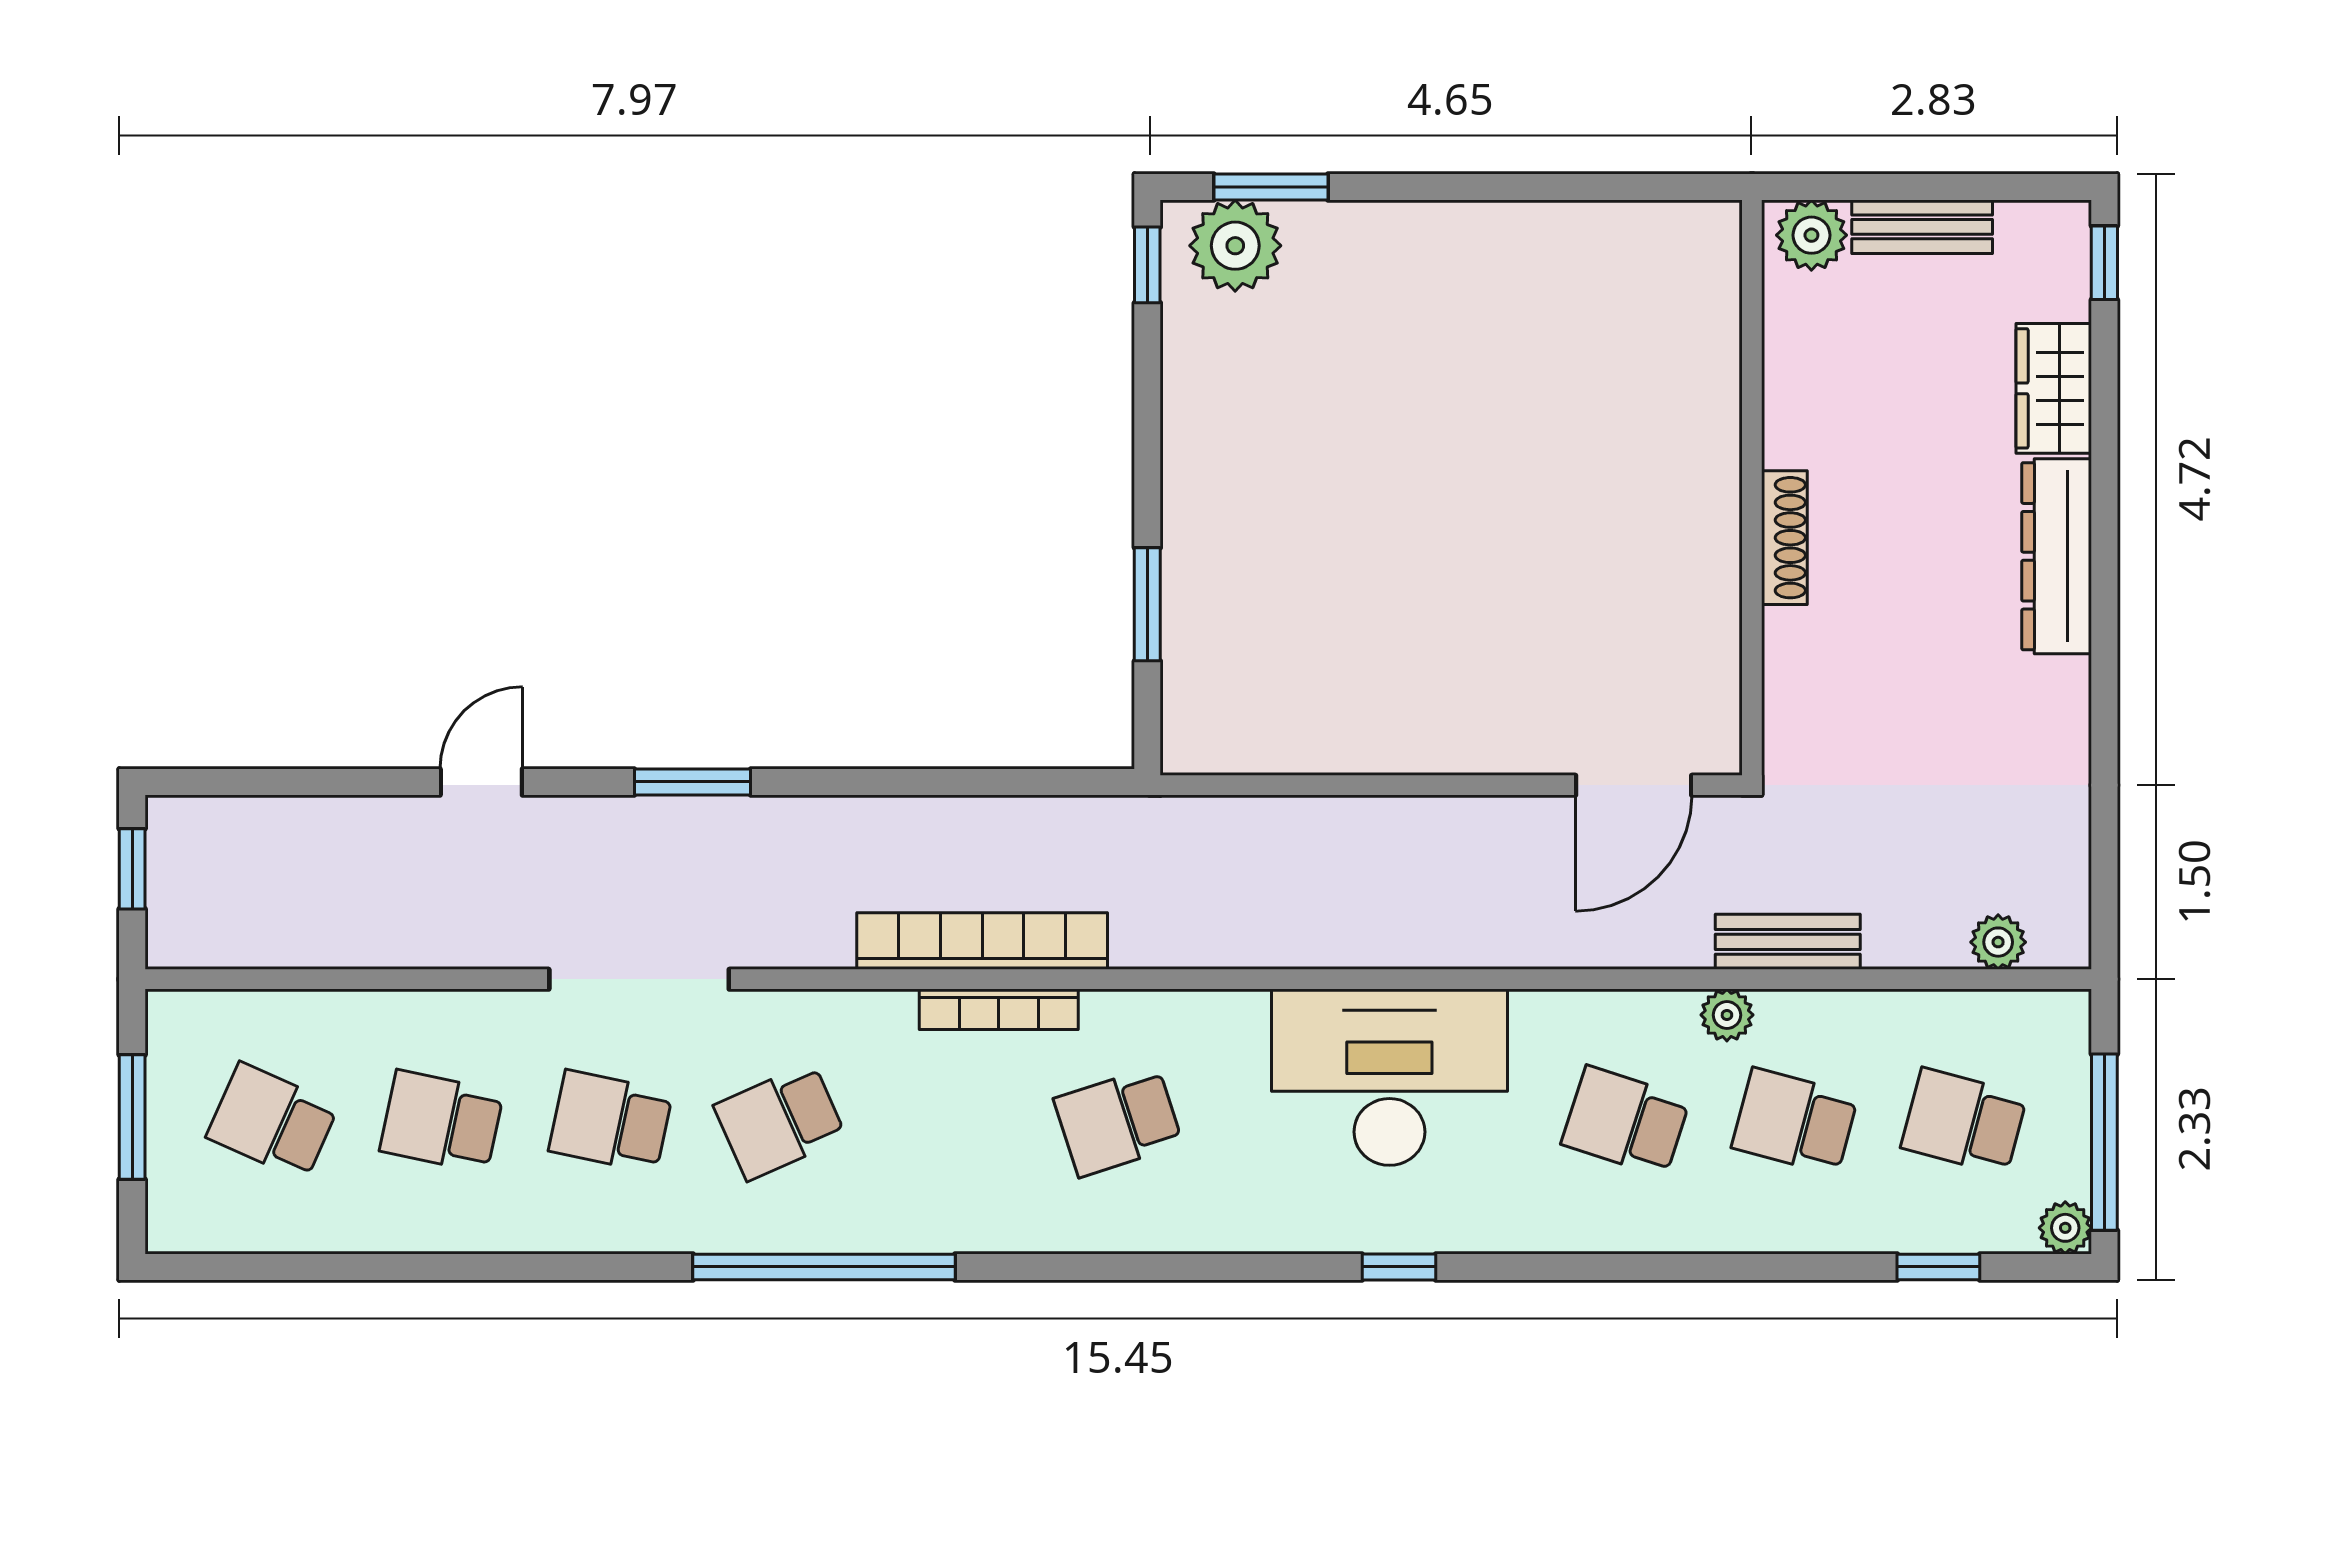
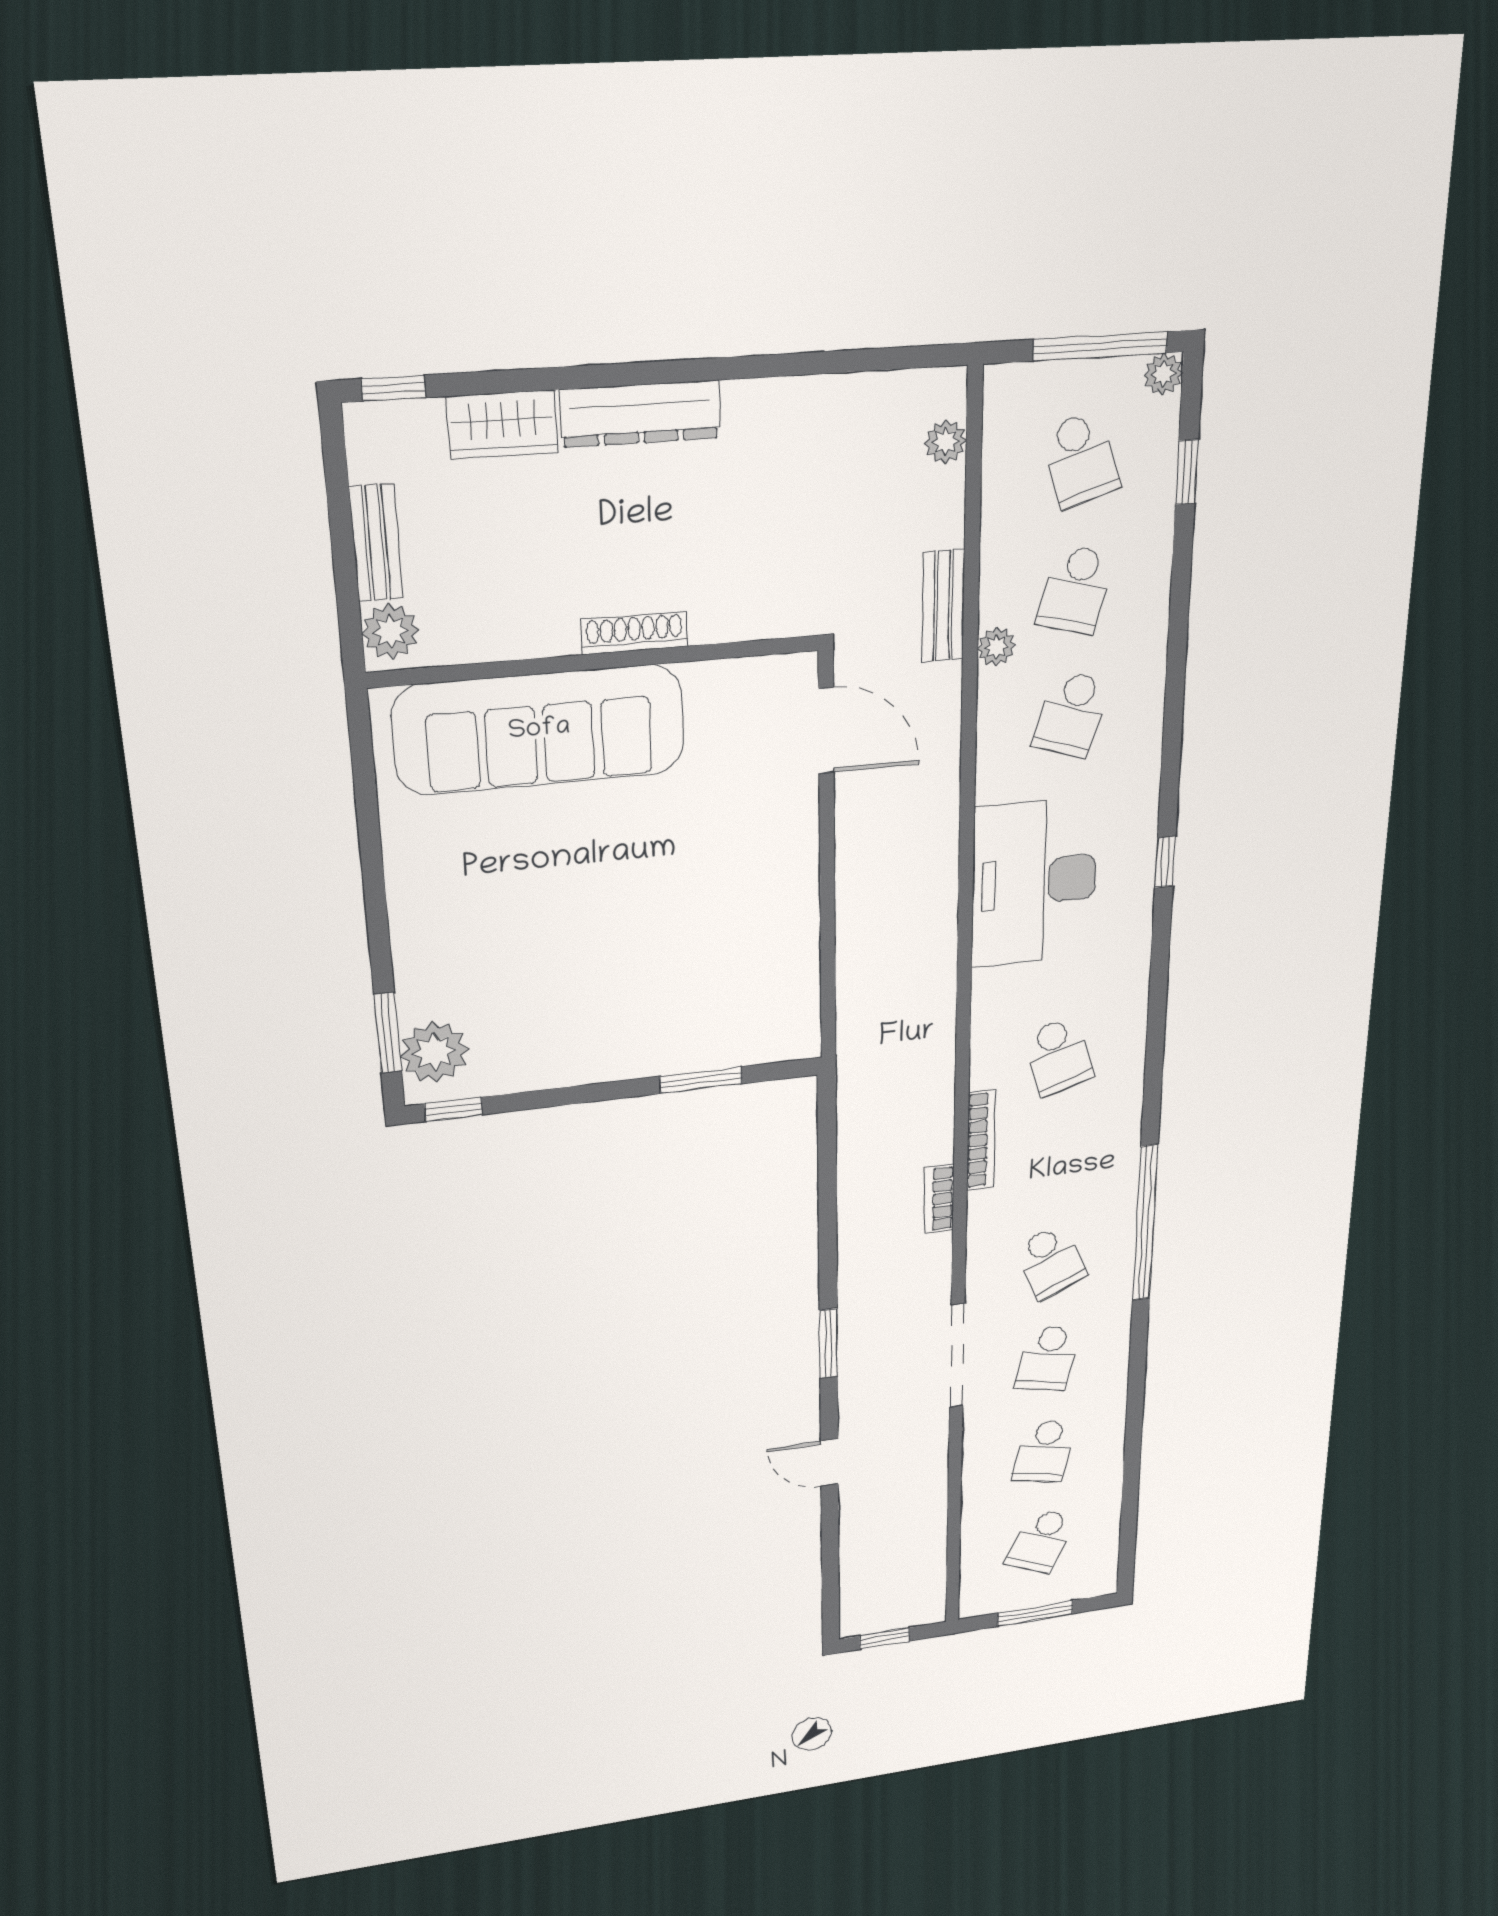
sofa: (1669, 411) -> (539, 730), added
bookcase: (982, 941) -> (939, 1199), width x0.43, depth x0.76
school desk: (1964, 1121) -> (1080, 460), turned -33

